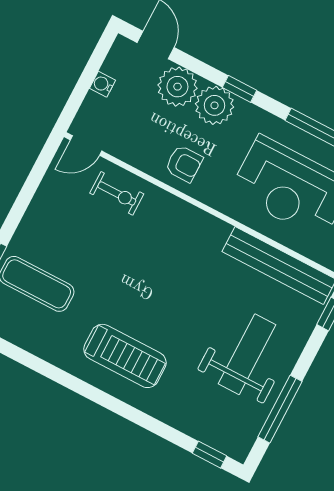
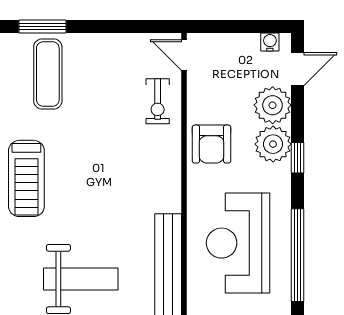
water cooler: (102, 84) -> (270, 42), moved
armchair: (184, 164) -> (211, 144), width x1.38, depth x1.38

